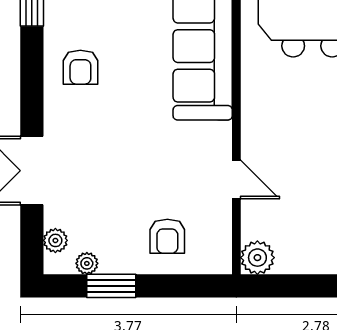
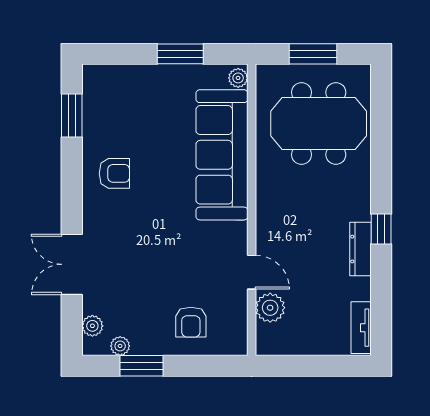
armchair: (80, 67) -> (114, 173), turned -90
plant: (257, 258) -> (270, 308), moved

